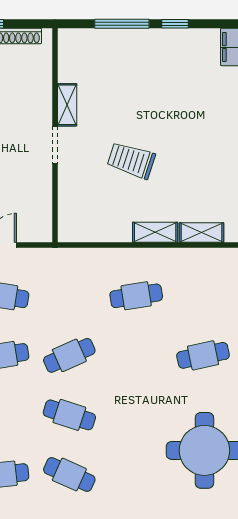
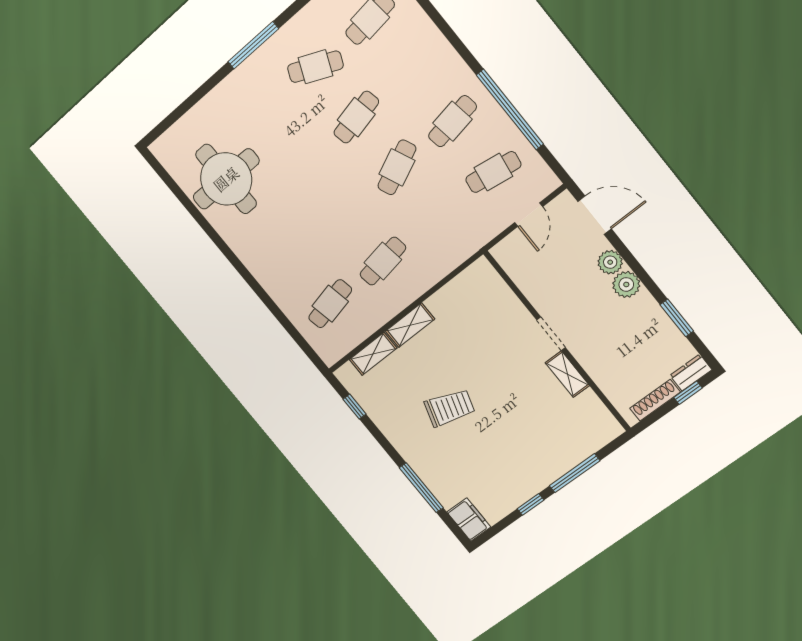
trolley: (131, 160) -> (450, 408), moved
cafe table: (203, 355) -> (330, 304), moved
cafe table: (69, 415) -> (356, 117), turned -30

